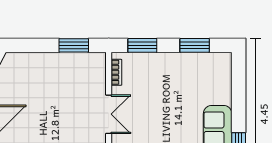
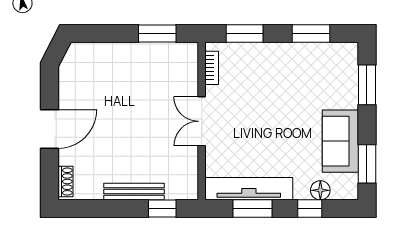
window: (239, 86) -> (367, 85), added
double door: (109, 114) -> (202, 121), swing flipped

